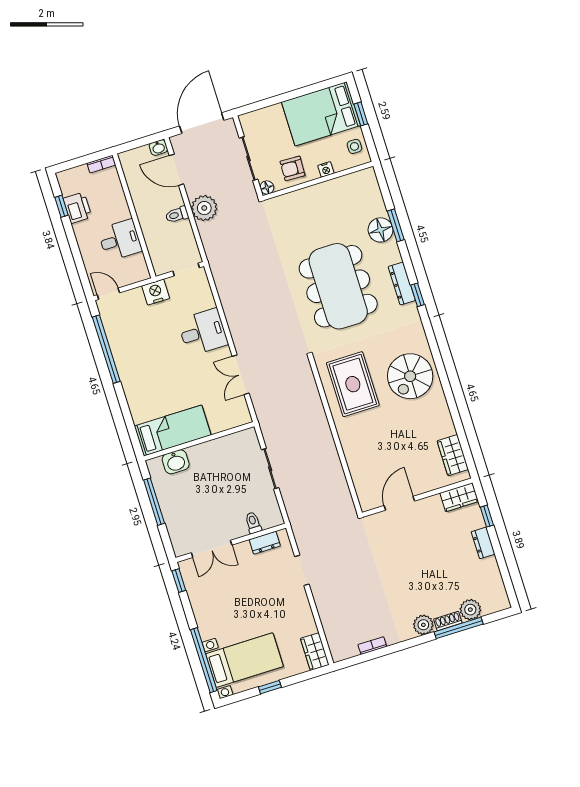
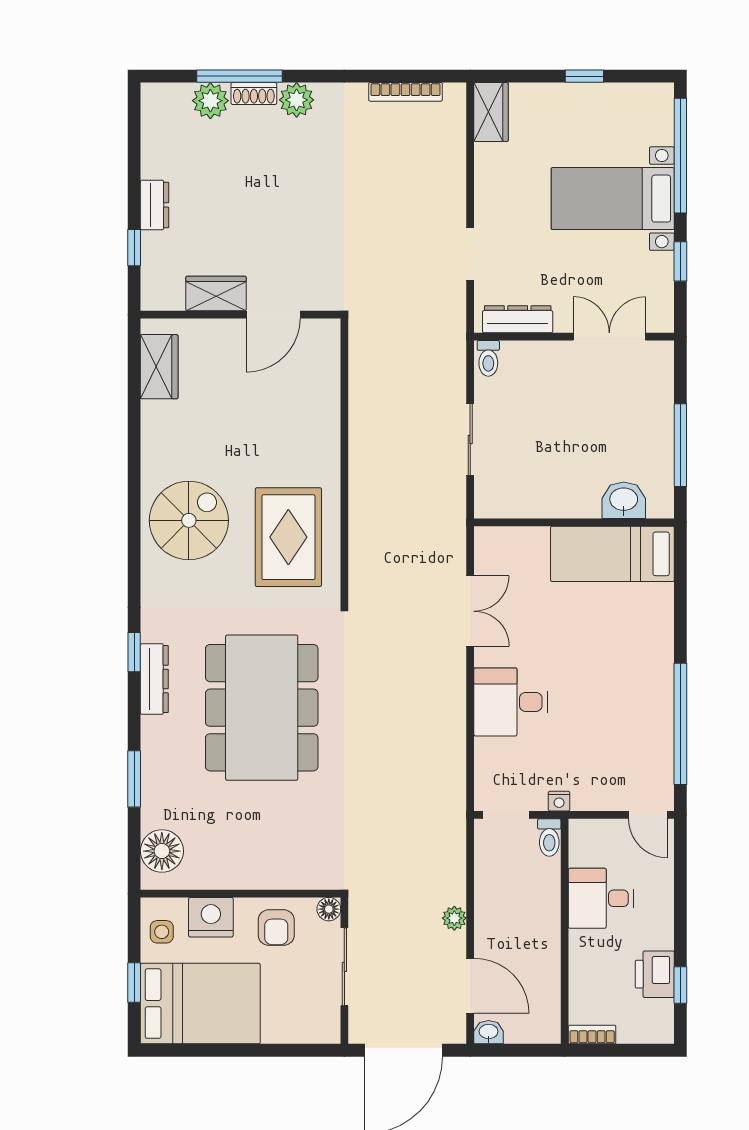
armchair: (293, 168) -> (276, 928), turned 88
nightstand: (326, 169) -> (211, 917), width x1.89, depth x1.79
plant: (204, 208) -> (454, 918), width x0.53, depth x0.53
toilet: (177, 215) -> (549, 838), moved, turned 90
floor lamp: (381, 230) -> (162, 851), moved
nightstand: (156, 292) -> (559, 801), width x0.53, depth x0.56
wardrobe: (459, 497) -> (216, 293), moved
toilet: (253, 523) -> (488, 358), moved
dresser: (265, 543) -> (518, 319), width x1.44
window: (179, 581) -> (680, 261), moved
bookcase: (372, 646) -> (406, 92), width x1.56
bed with nightstands: (244, 660) -> (613, 199), moved

